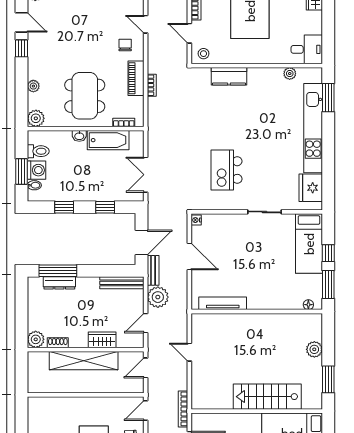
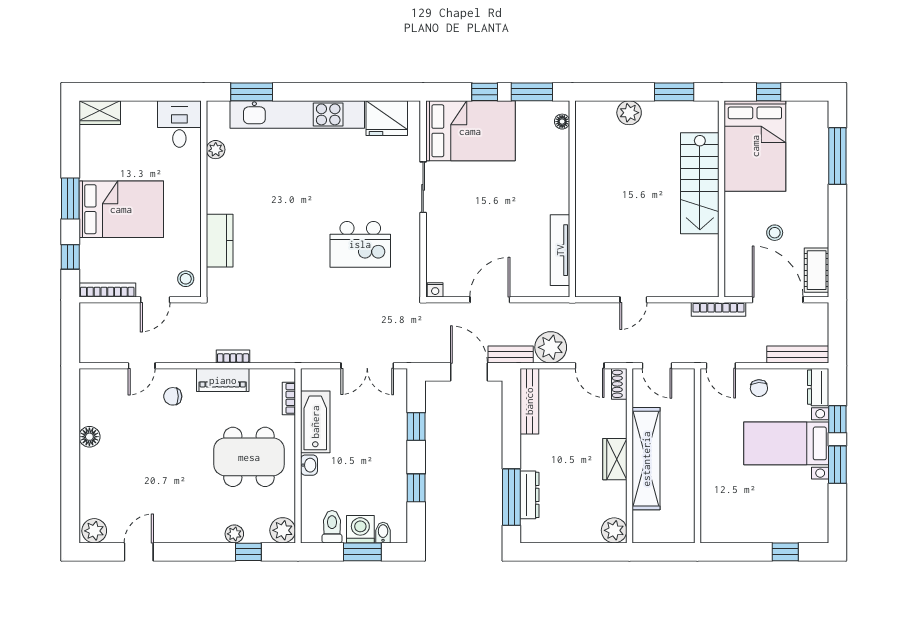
window: (21, 48) -> (248, 552), moved
bed: (309, 244) -> (470, 131), width x1.50
wardrobe: (102, 340) -> (615, 459), moved
shoe rack: (58, 343) -> (619, 384), moved

